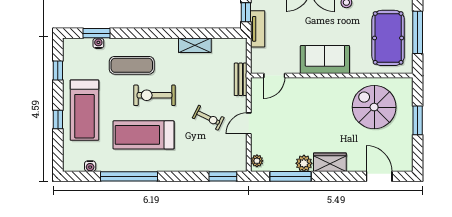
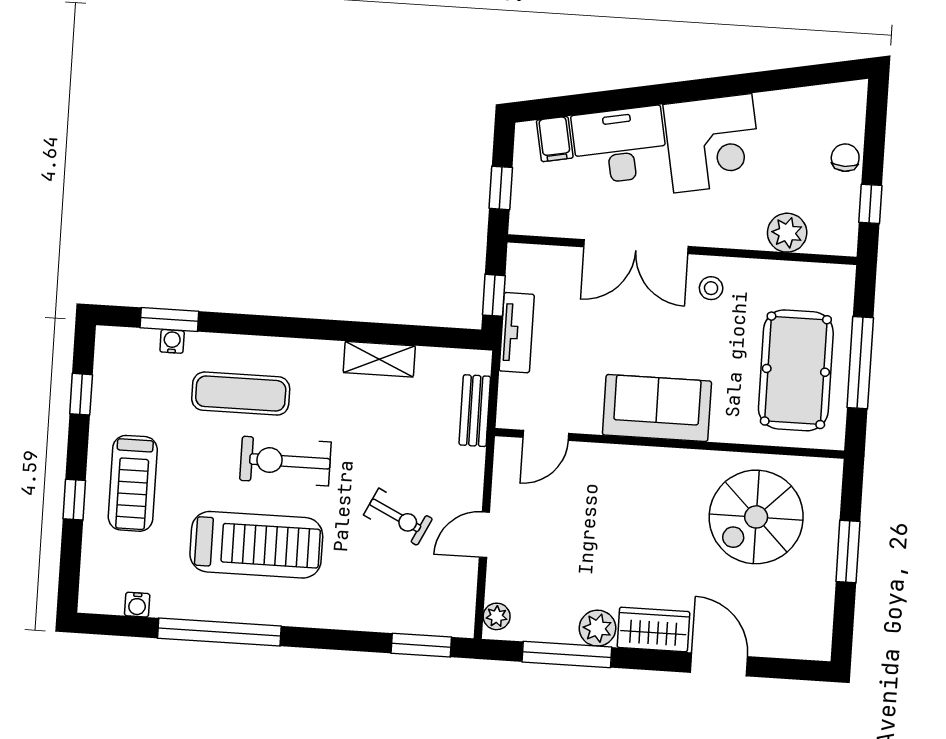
bench: (241, 79) -> (475, 411), moved
spiral stairs: (374, 107) -> (756, 517), turned -90
treadmill: (84, 110) -> (133, 483), width x0.73, depth x0.73
treadmill: (143, 135) -> (256, 545), turned 180
door: (379, 176) -> (719, 664), moved

